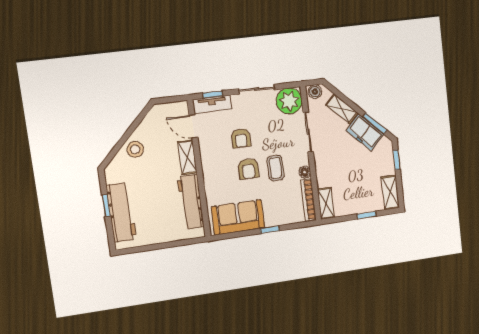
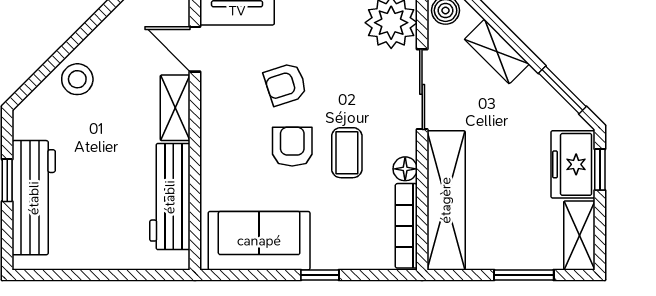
freezer: (365, 132) -> (573, 164), moved, turned 45
armchair: (241, 138) -> (285, 84), turned 72
armchair: (248, 169) -> (292, 147), turned 180
shelving: (326, 203) -> (446, 200), width x2.20, depth x1.33
window: (367, 215) -> (524, 275), width x1.50

